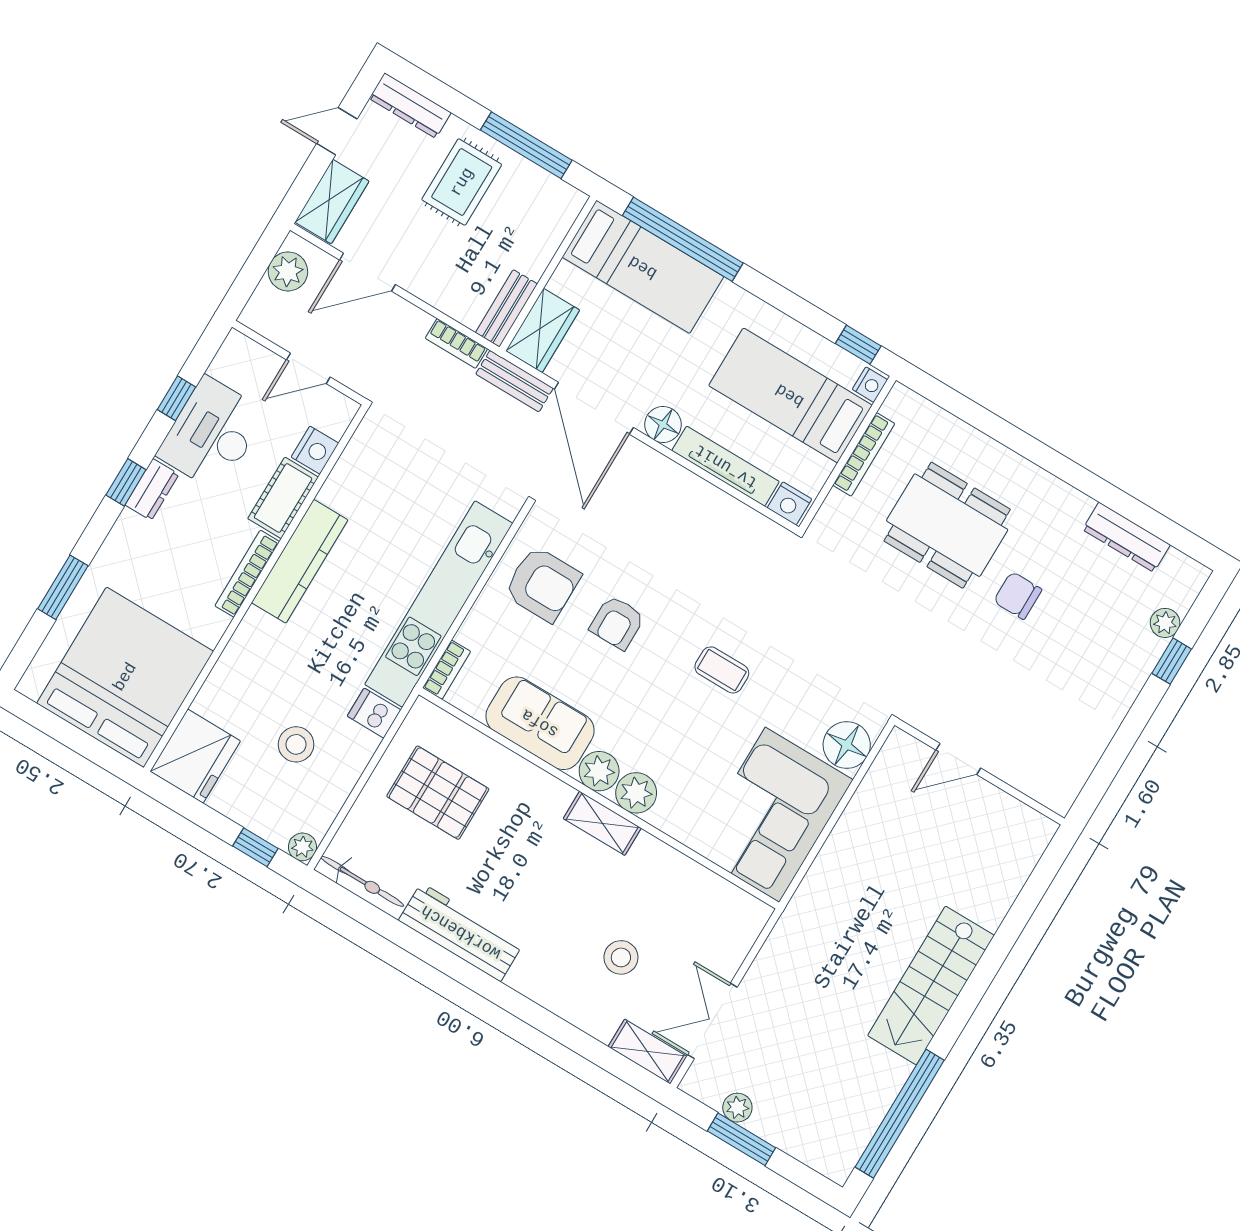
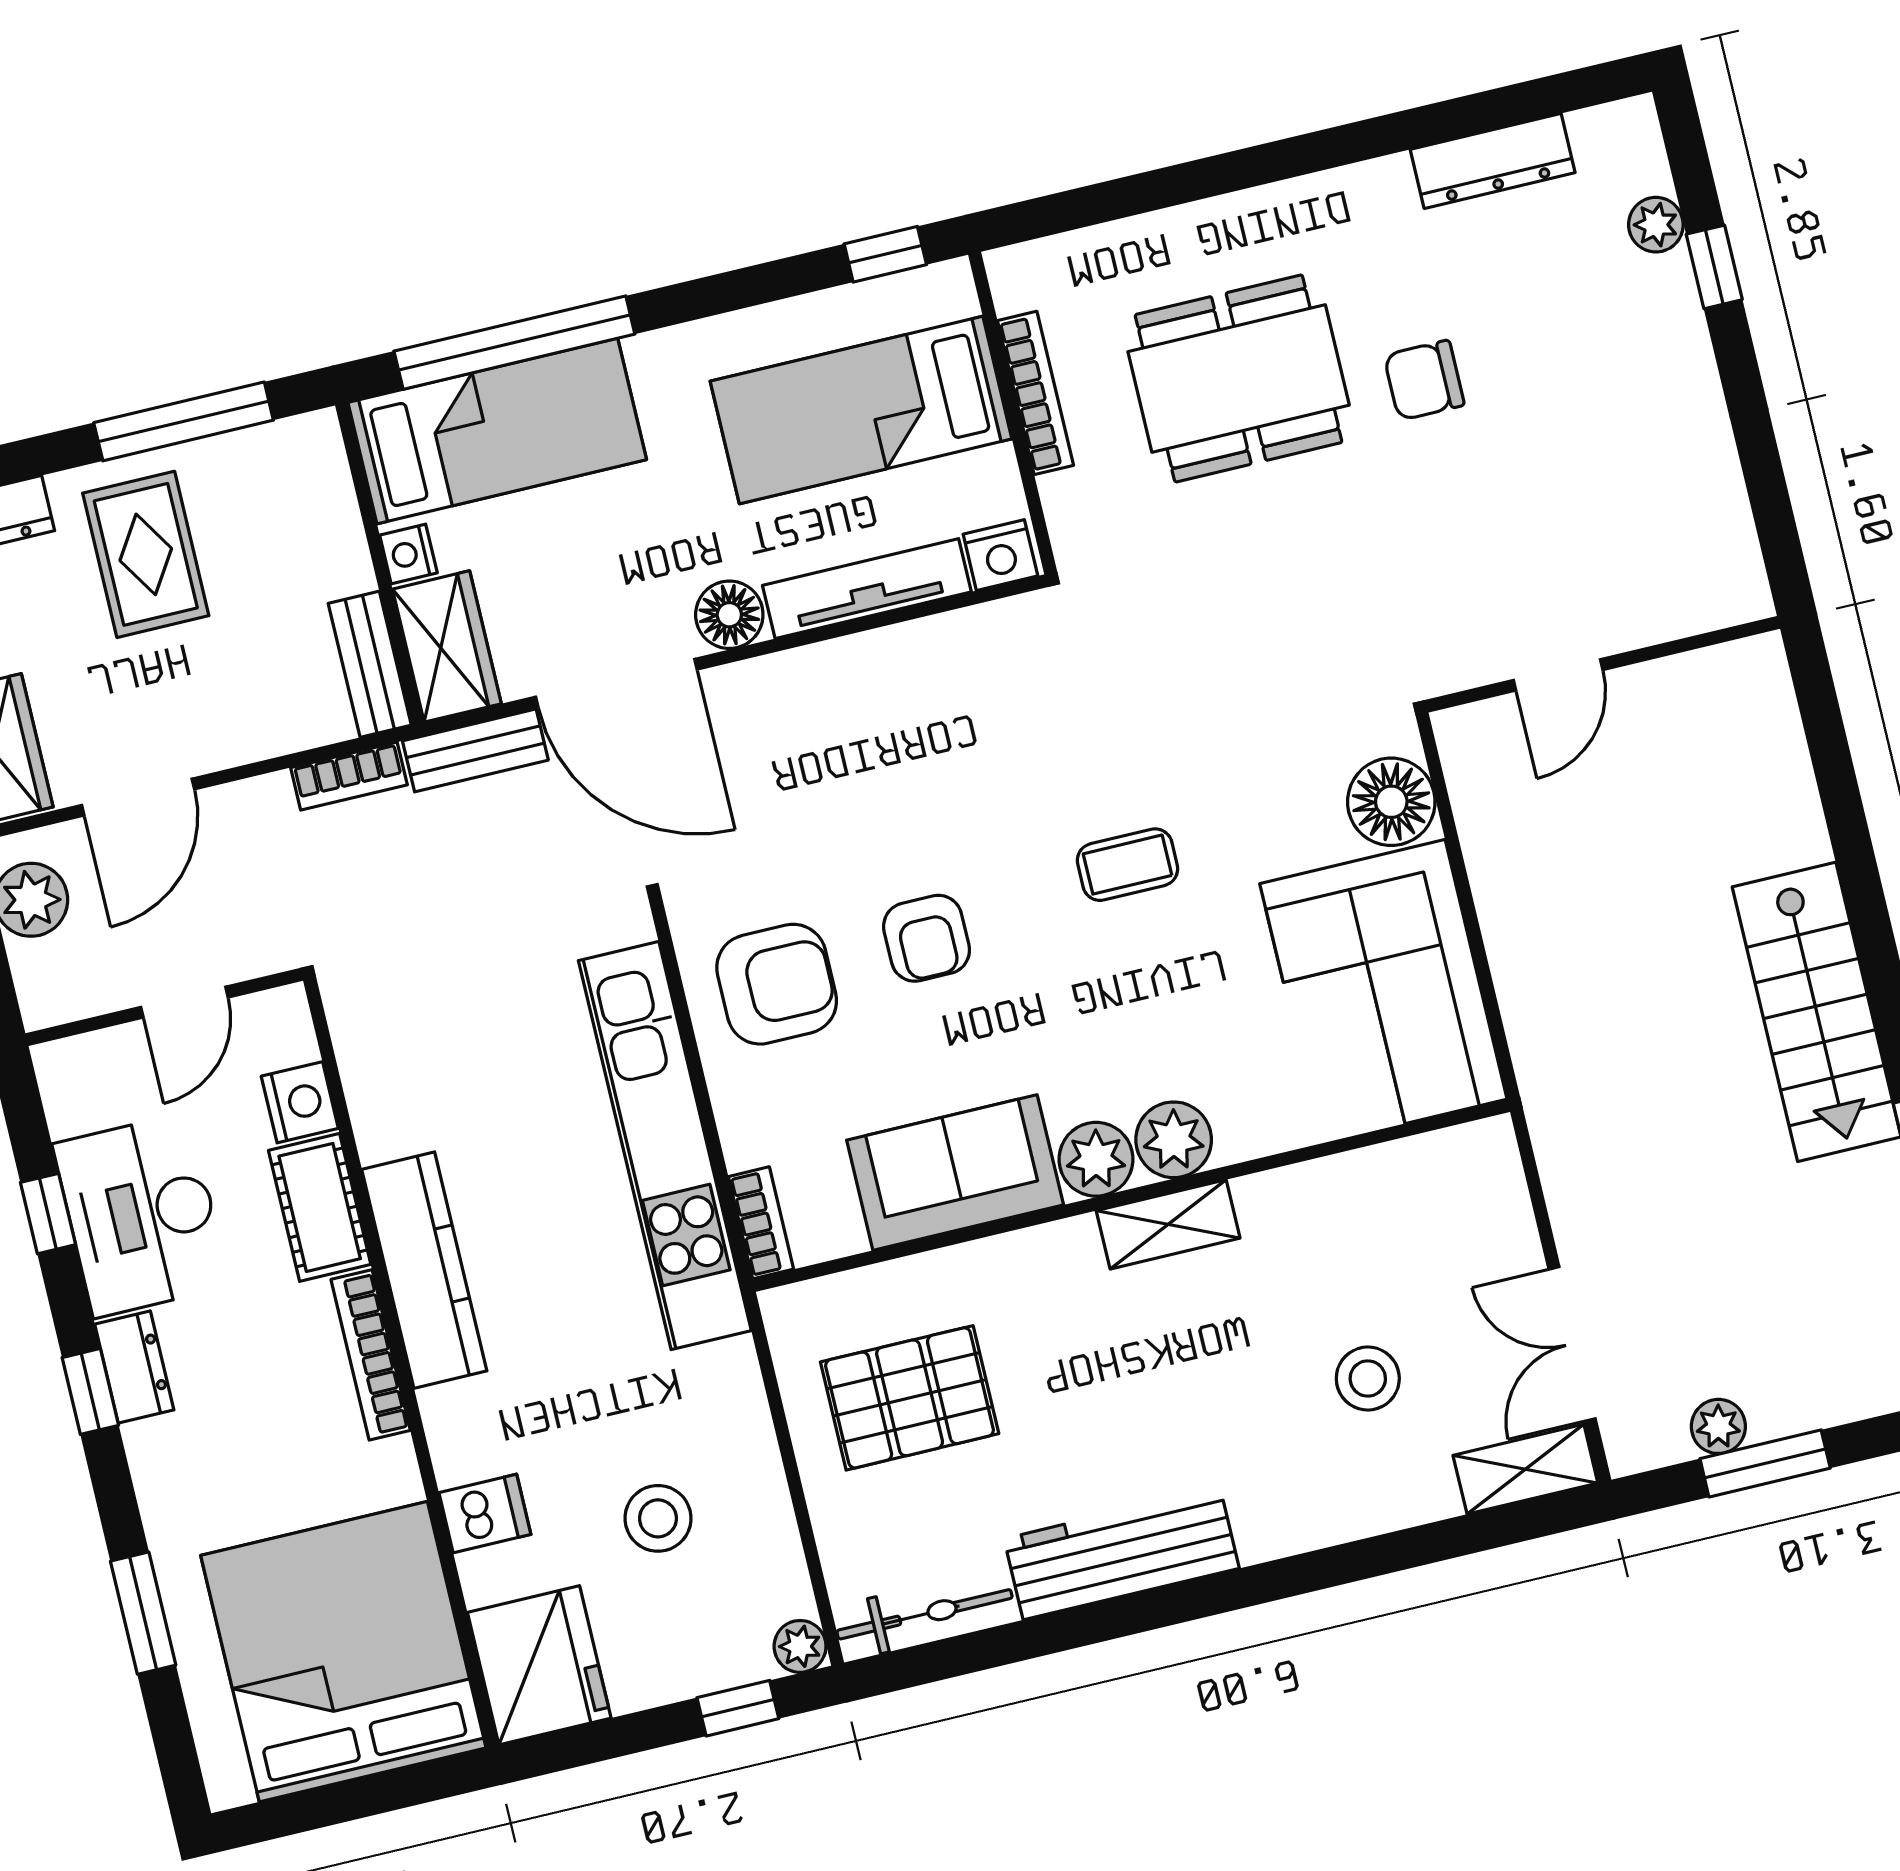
nightstand: (870, 385) -> (408, 554), moved, turned 180
dishwasher: (374, 713) -> (485, 1514), moved, turned 180

